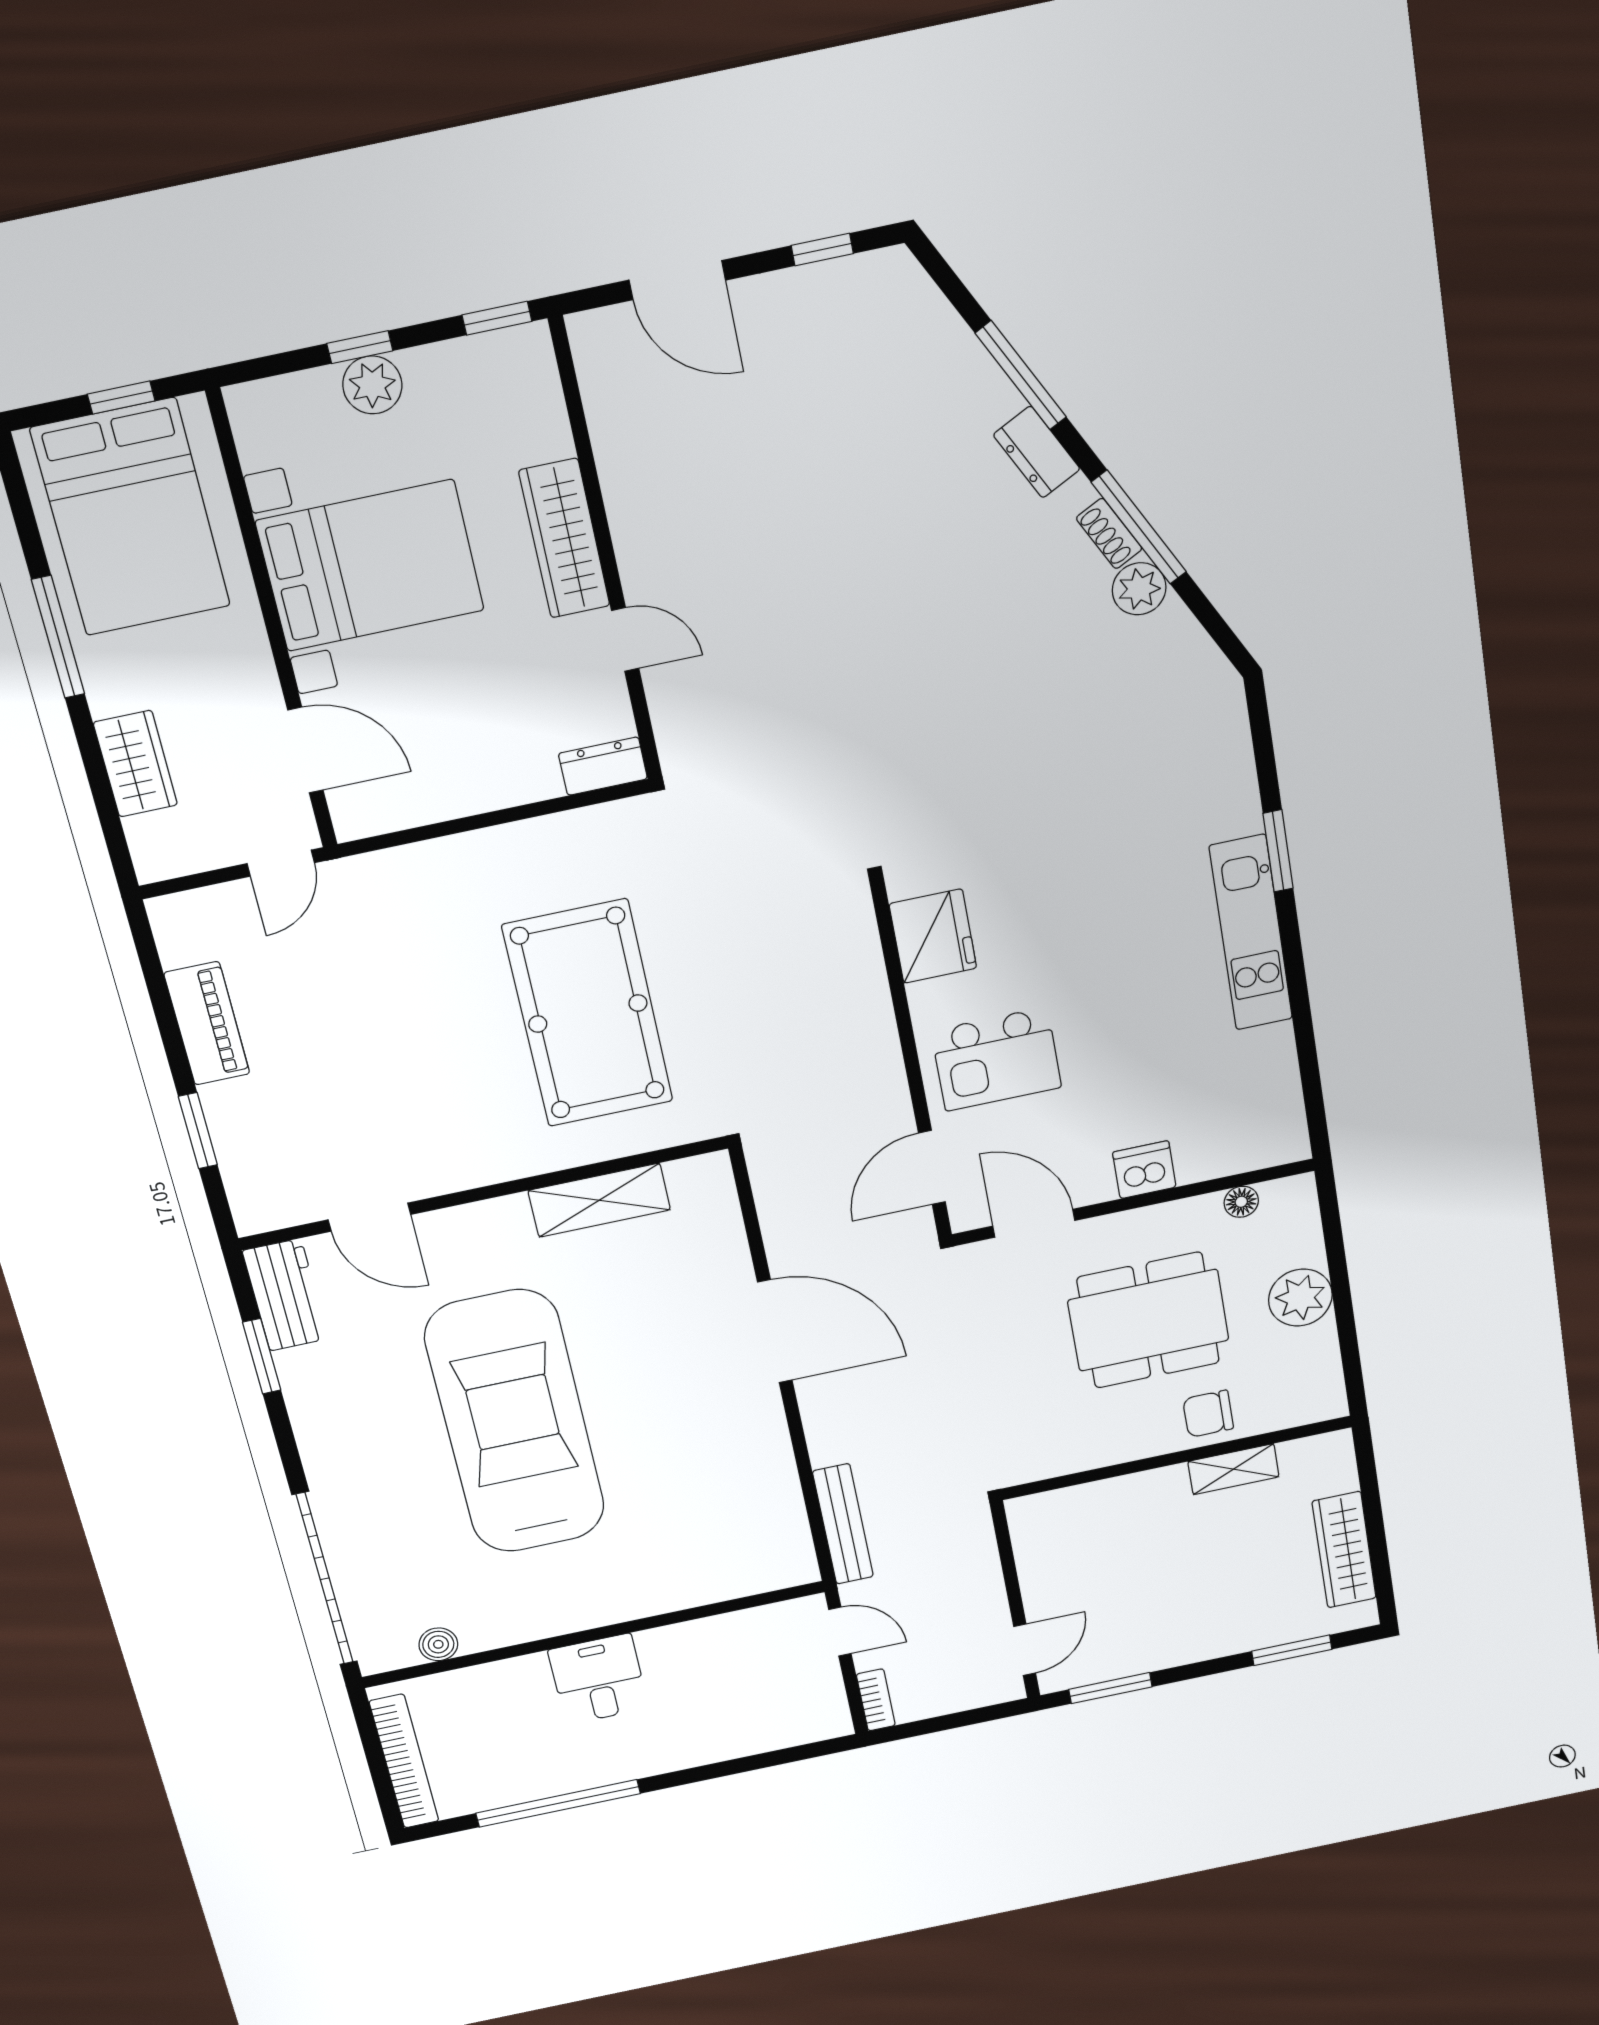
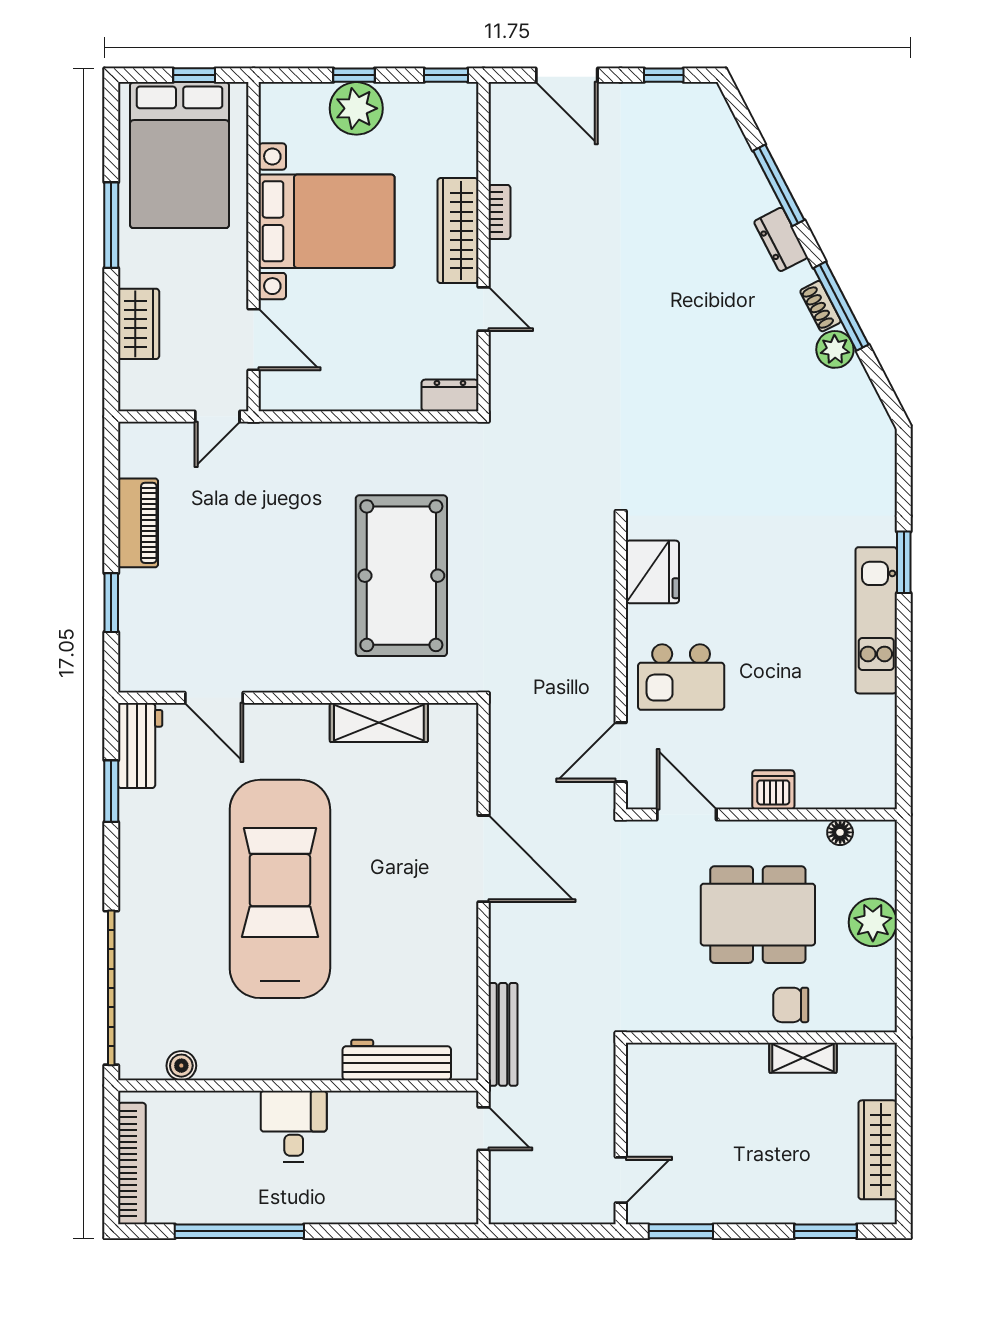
plant: (372, 385) -> (356, 108), width x1.36, depth x1.36
workbench: (713, 1581) -> (397, 1060), added
bookcase: (876, 1700) -> (499, 212), moved

